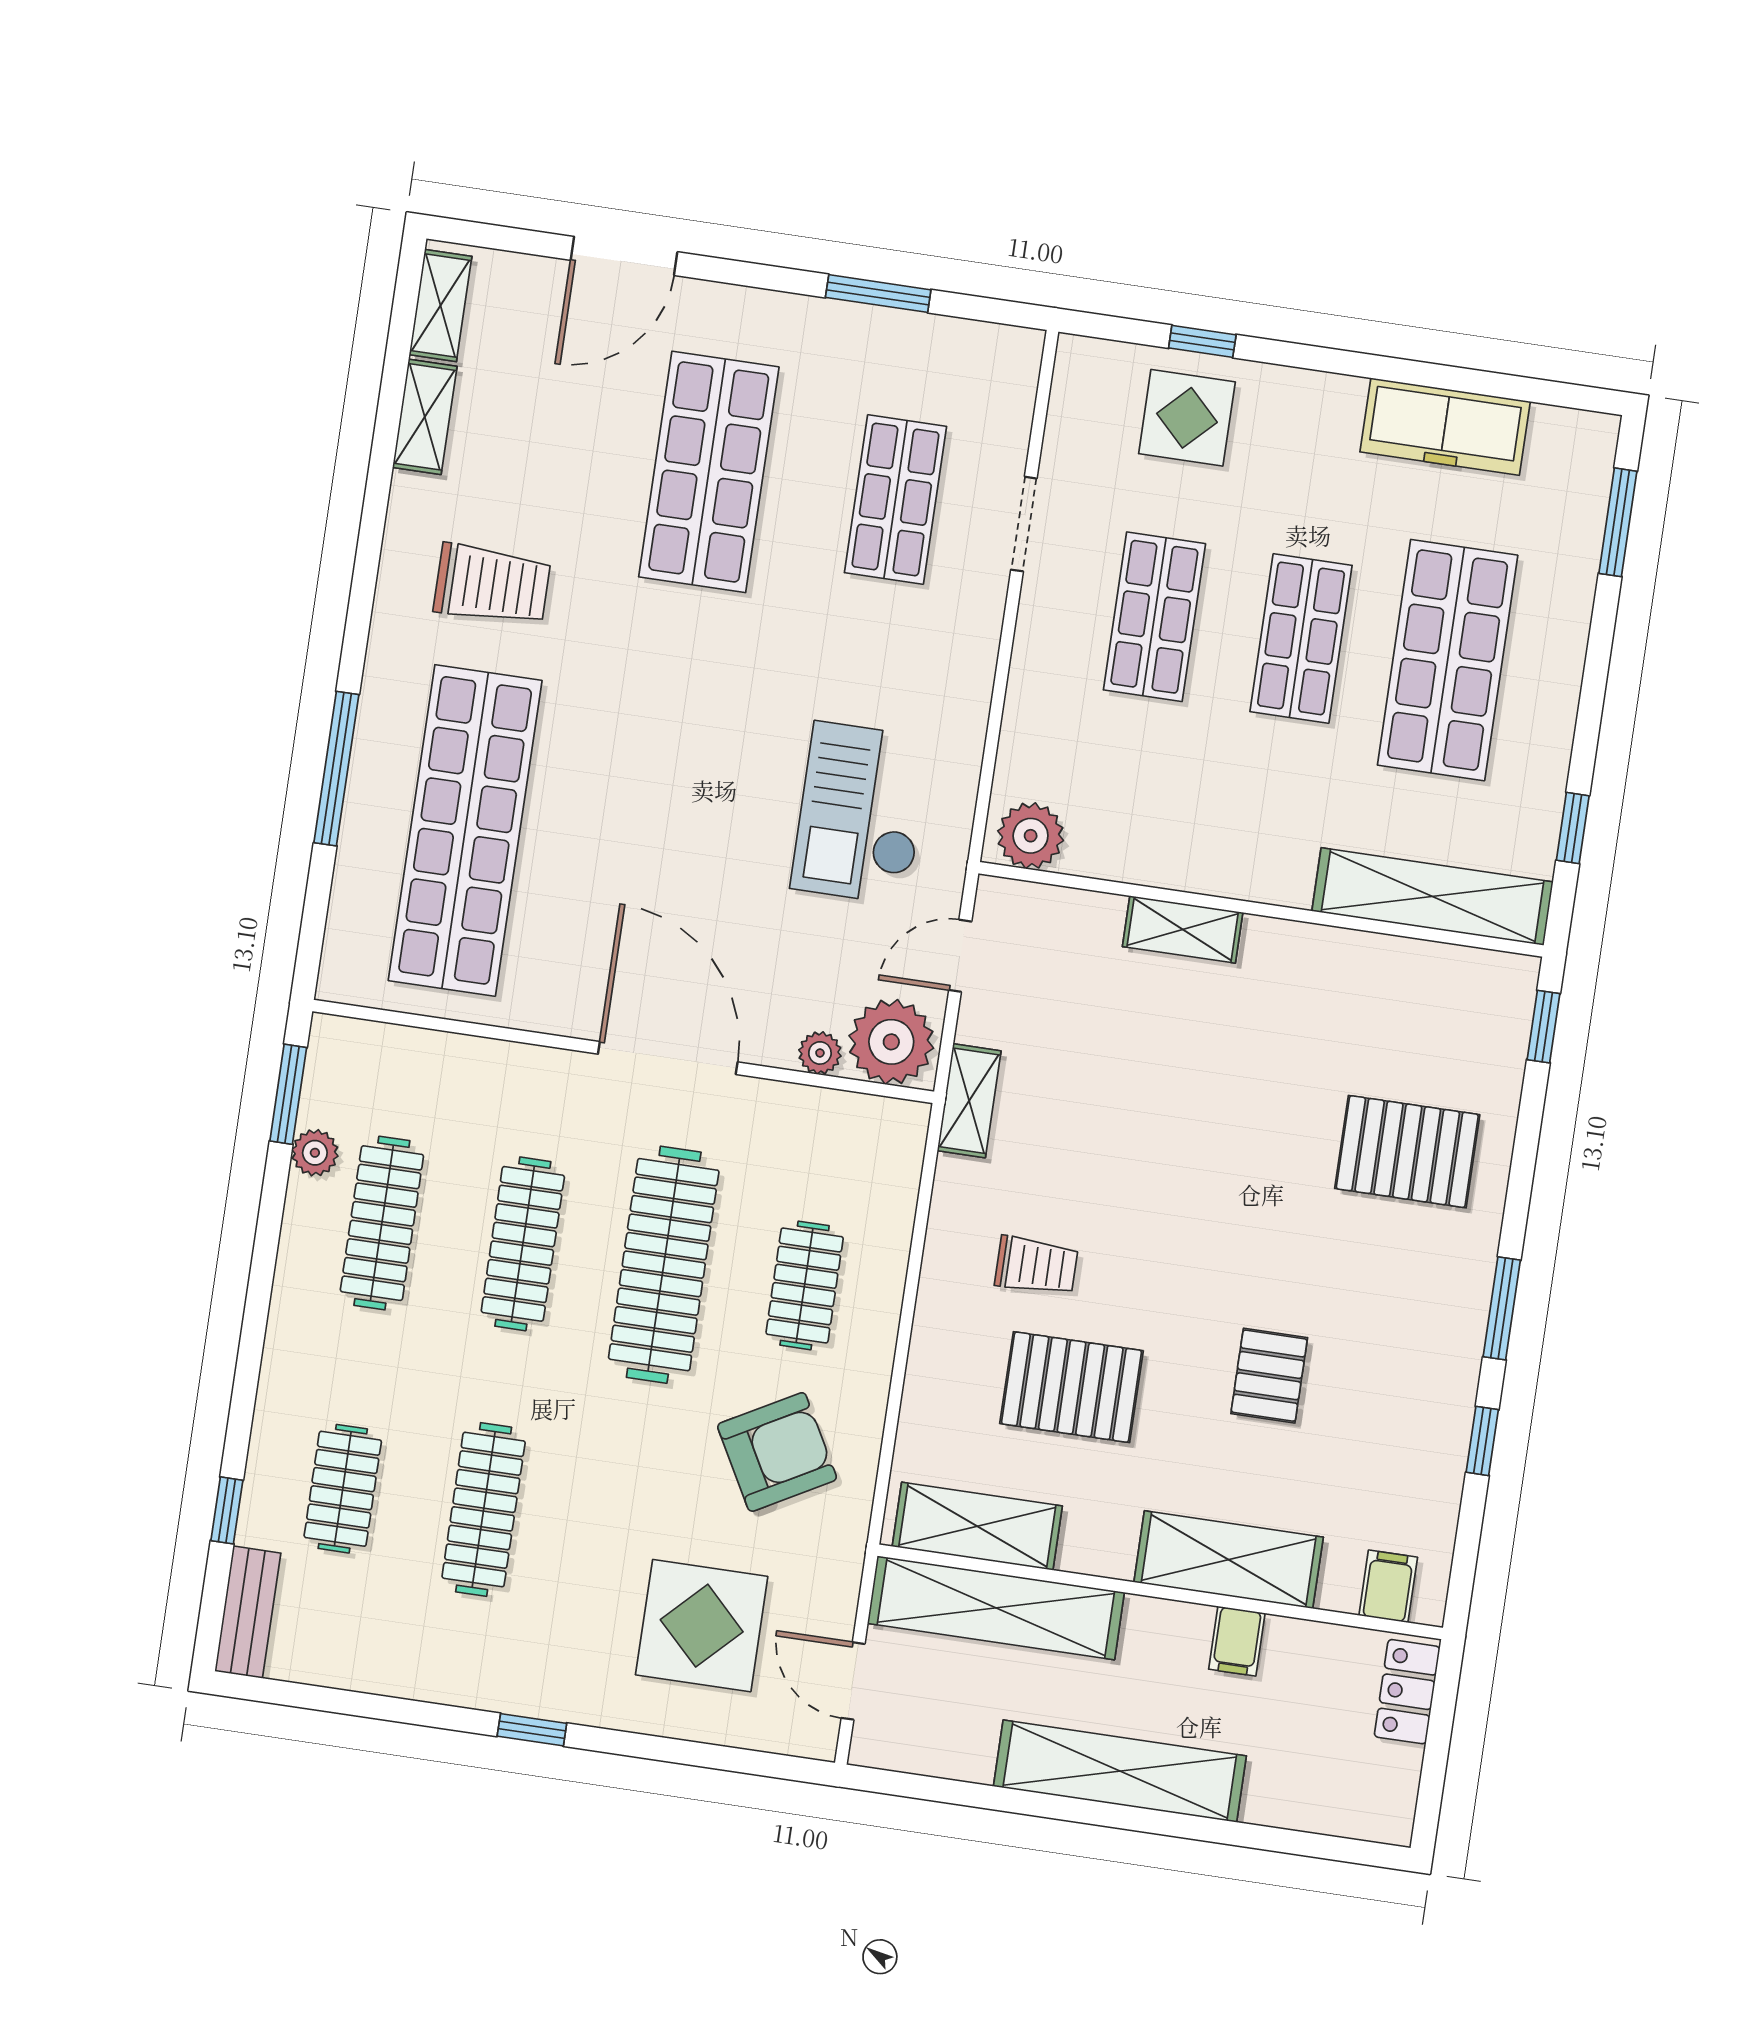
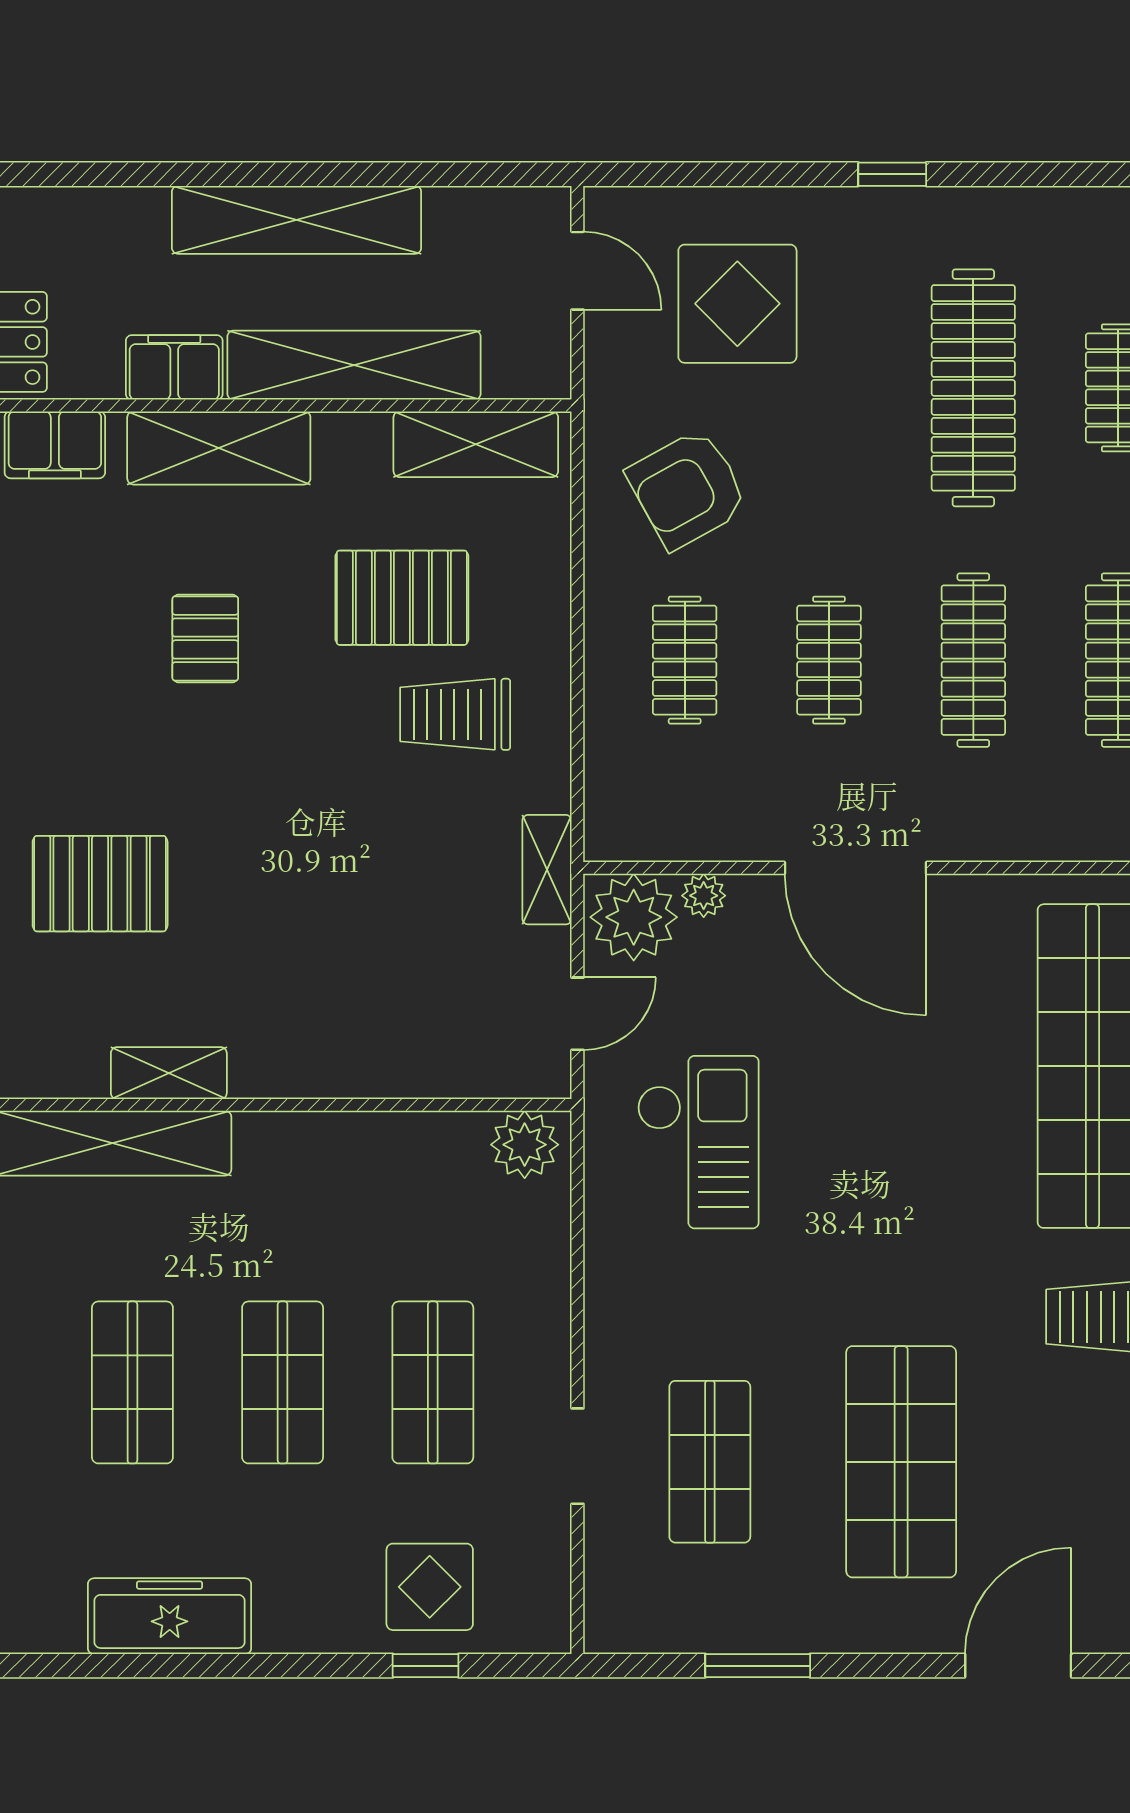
shop shelf: (1448, 660) -> (132, 1382), width x0.70, depth x0.74
shelving: (1183, 929) -> (169, 1073), moved
clothes rail: (664, 1265) -> (829, 660), width x0.54, depth x0.76
trolley: (1036, 1266) -> (455, 714), width x1.36, depth x1.39
clothes rail: (484, 1510) -> (973, 388), width x1.37, depth x1.31
filing cabinet: (1388, 1586) -> (55, 445), width x2.00
shelving: (996, 1608) -> (354, 365), moved
filing cabinet: (1237, 1641) -> (174, 367), width x2.00

